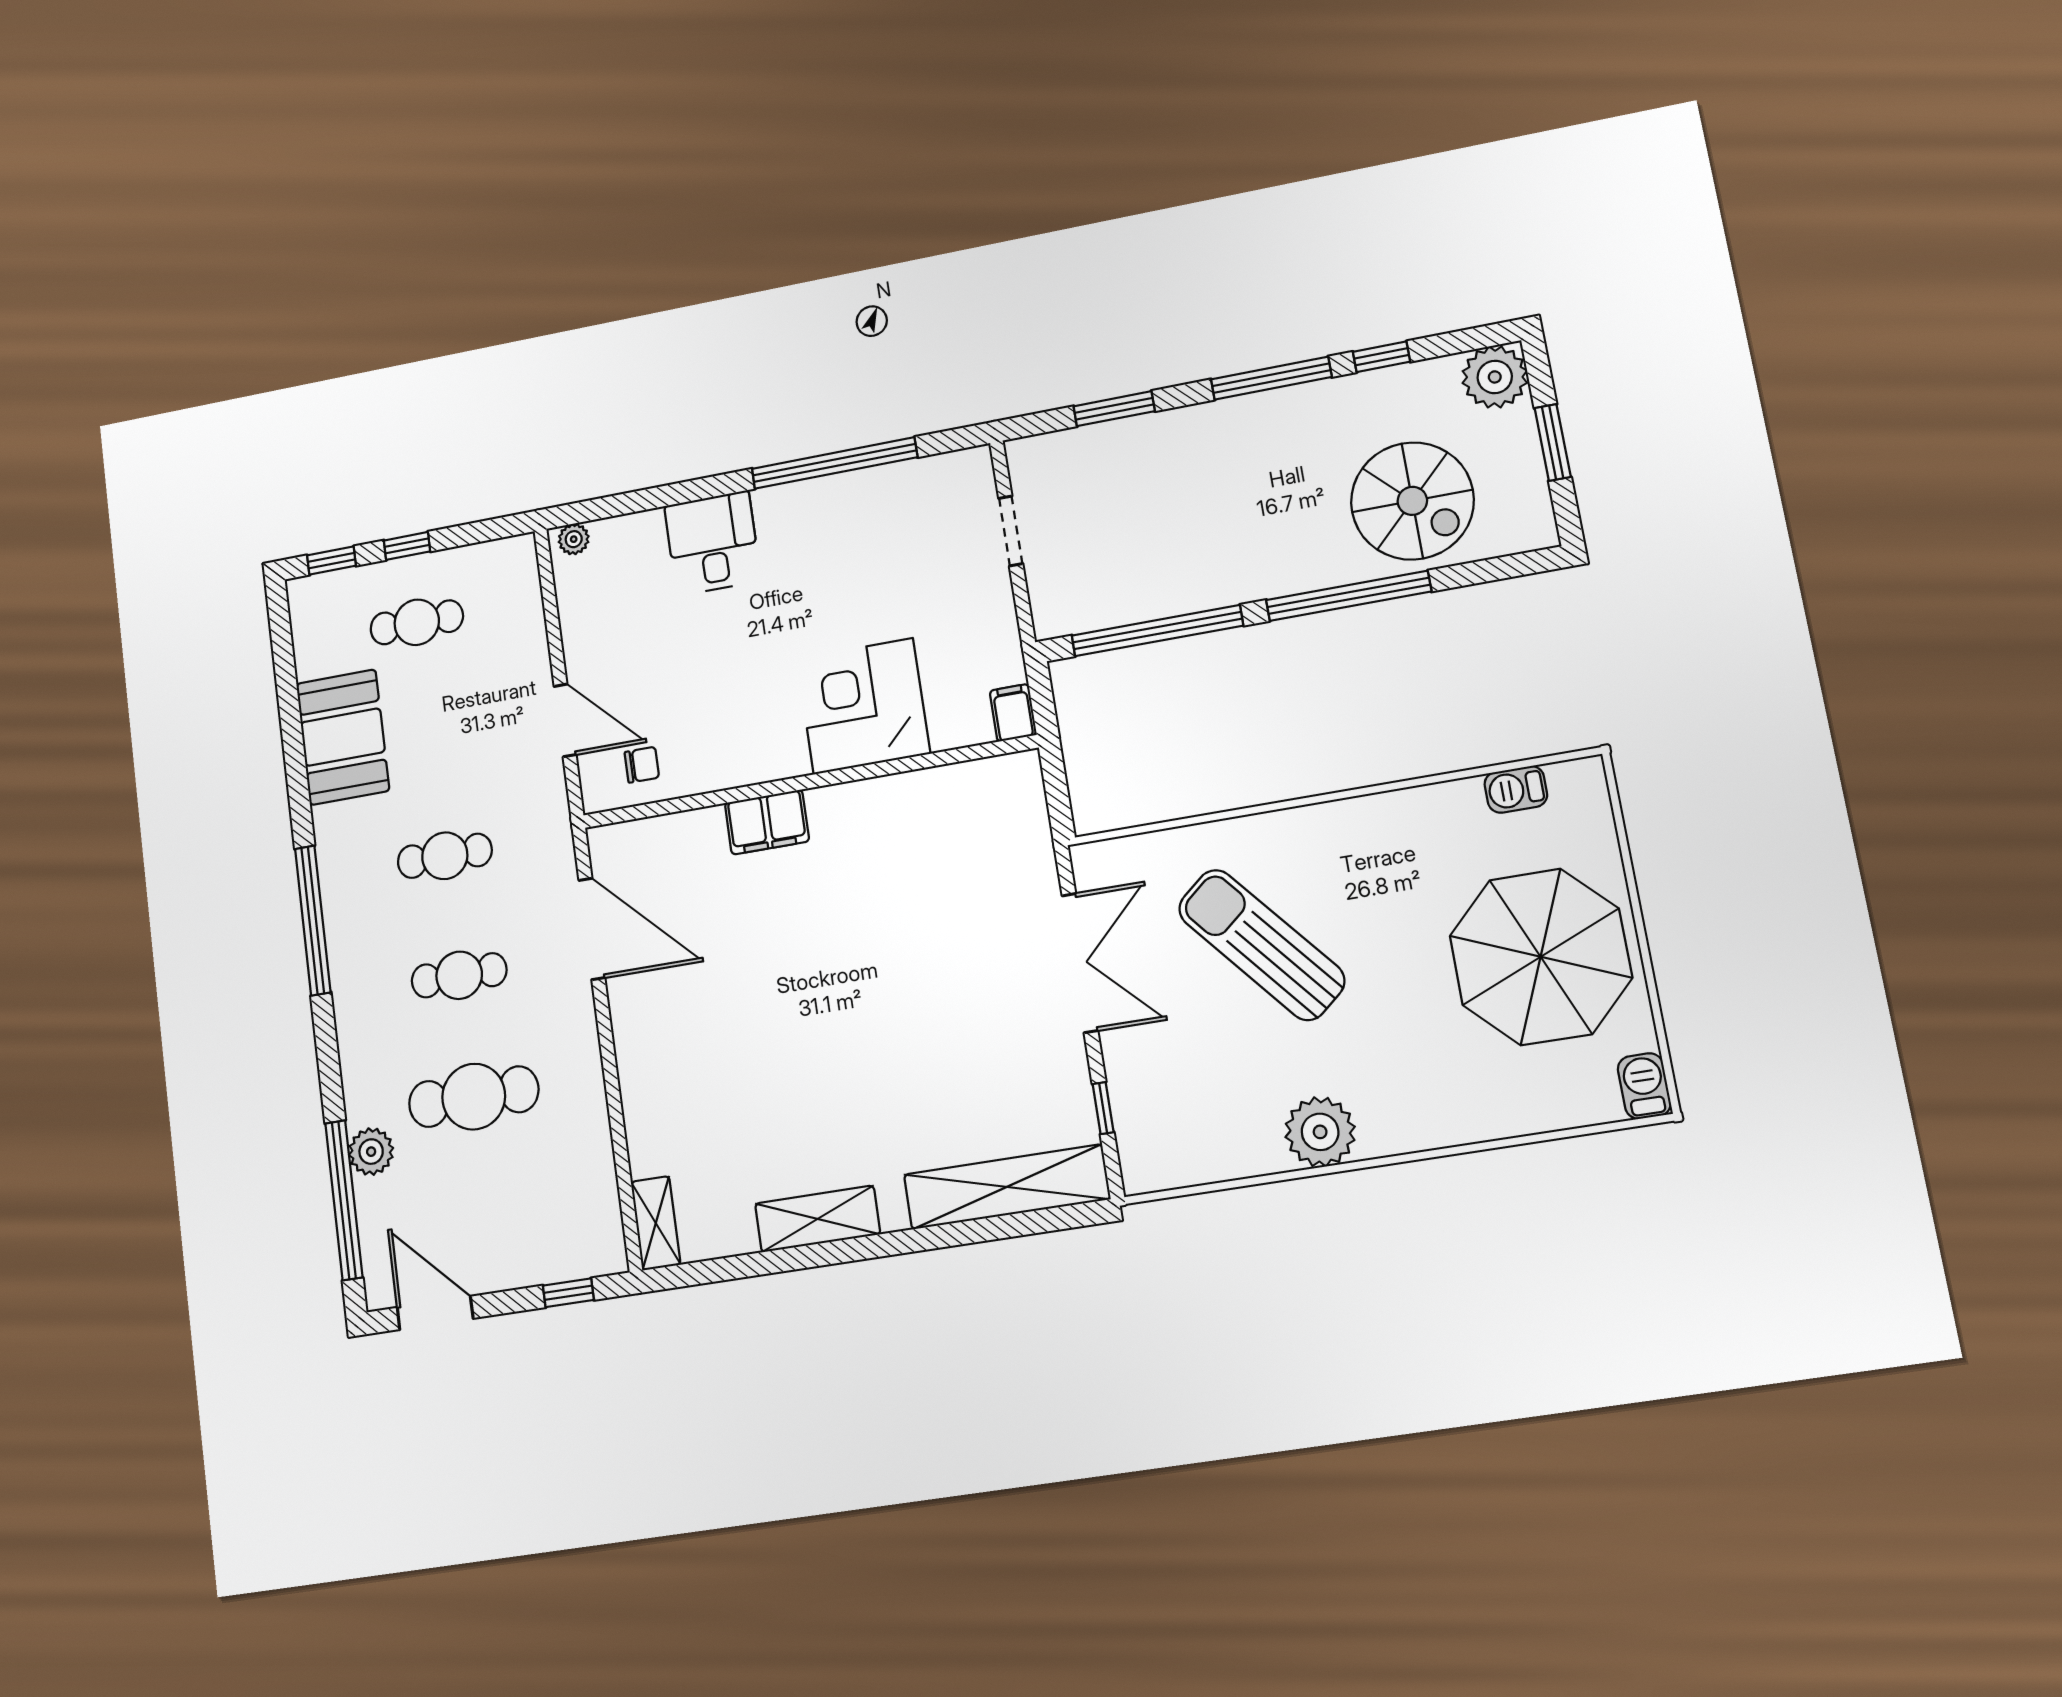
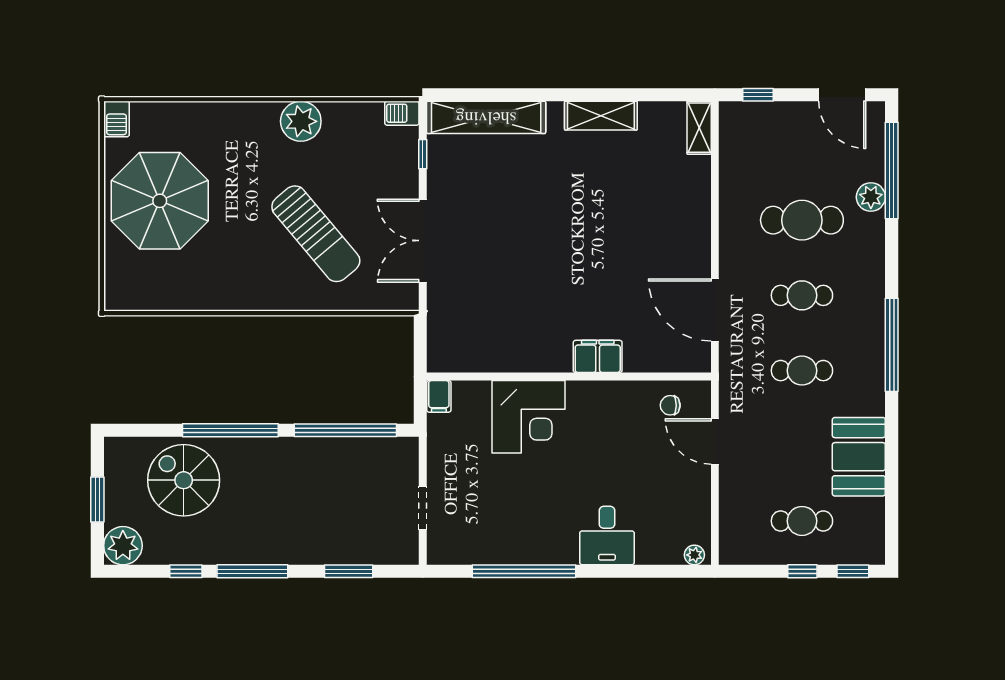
barbecue: (1516, 789) -> (402, 113), moved, turned 180

